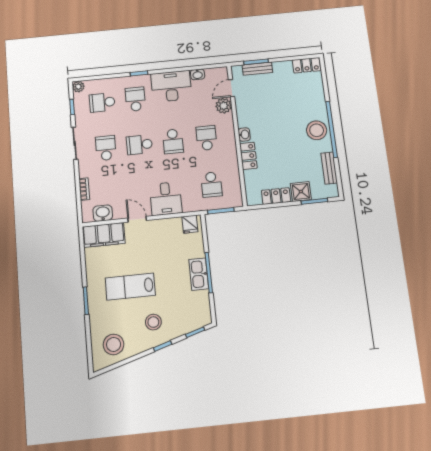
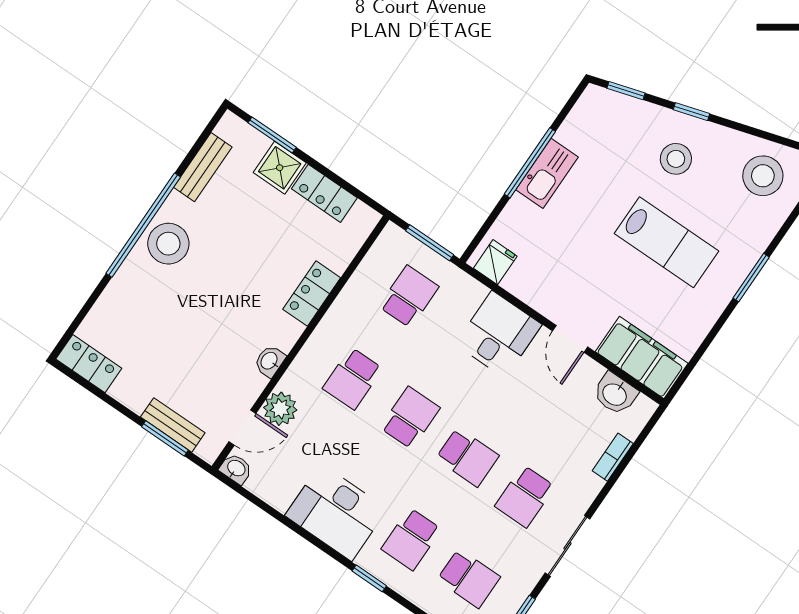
washbasin: (198, 74) -> (236, 469), moved
washbasin: (244, 135) -> (270, 361), moved

